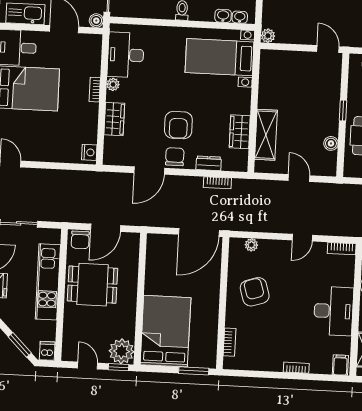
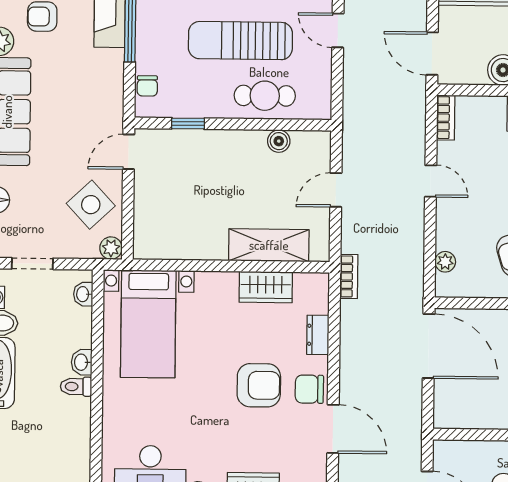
washbasin: (223, 16) -> (82, 362), moved
side table: (296, 24) -> (91, 205), added
window: (343, 111) -> (188, 124), moved
bookcase: (217, 183) -> (349, 276), moved

